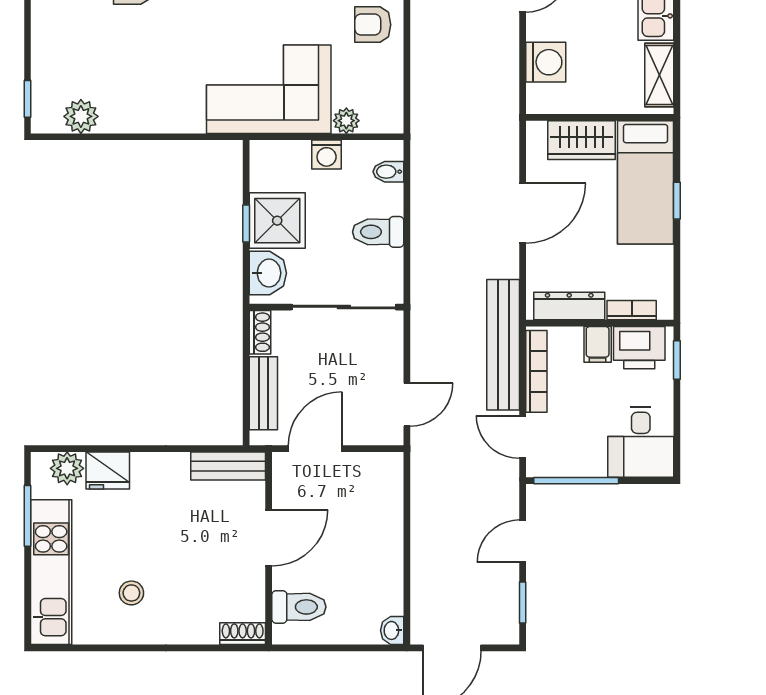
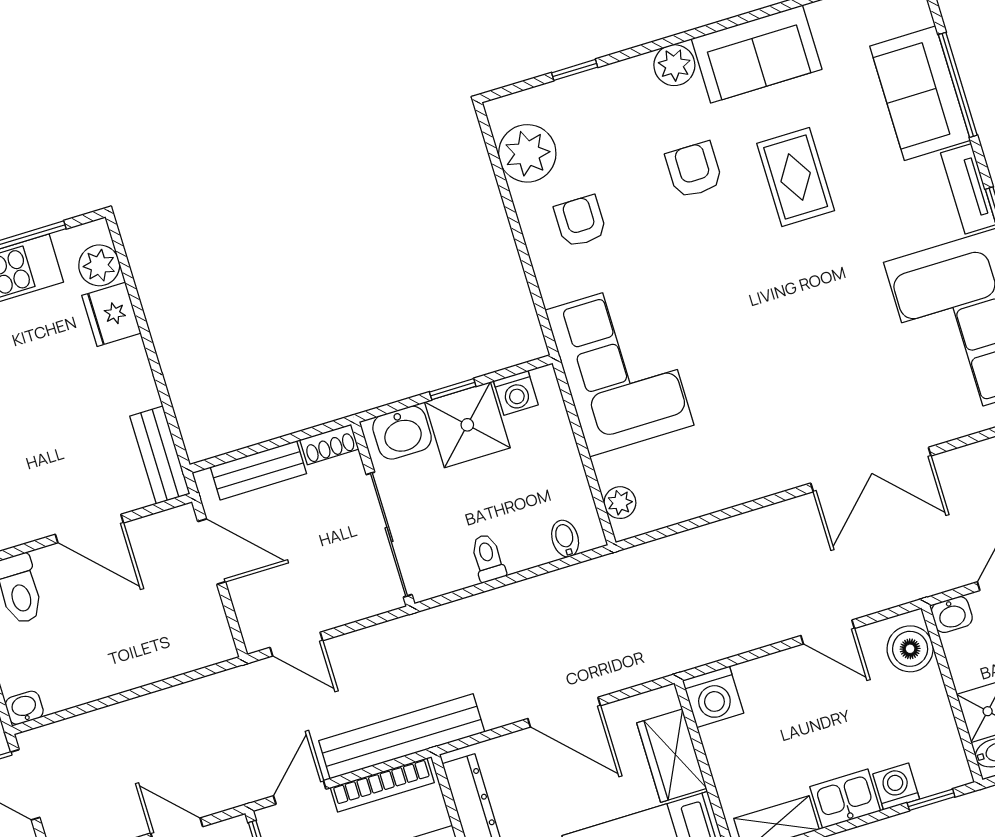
armchair: (373, 25) -> (580, 221), moved
washing machine: (546, 62) -> (713, 697), moved
window: (27, 99) -> (575, 70), moved
plant: (81, 116) -> (527, 153), width x1.36, depth x1.36
plant: (346, 121) -> (620, 503), moved
washing machine: (327, 155) -> (516, 393), moved, turned -90
toilet: (378, 232) -> (488, 558), width x0.73, depth x0.72

